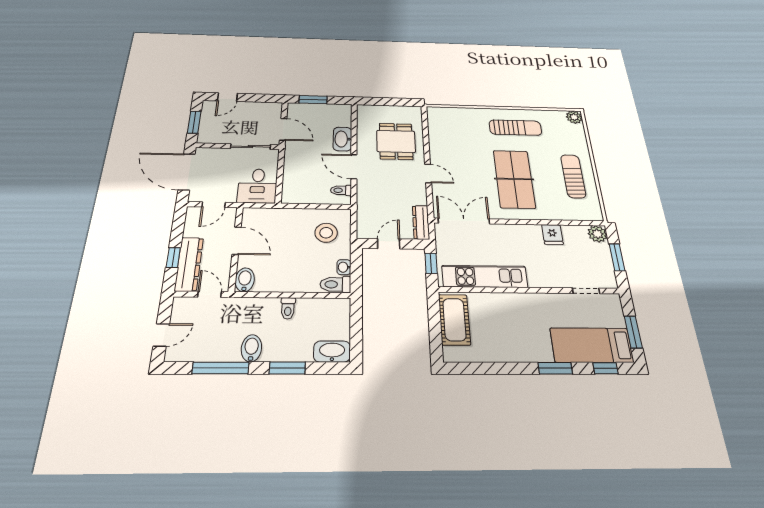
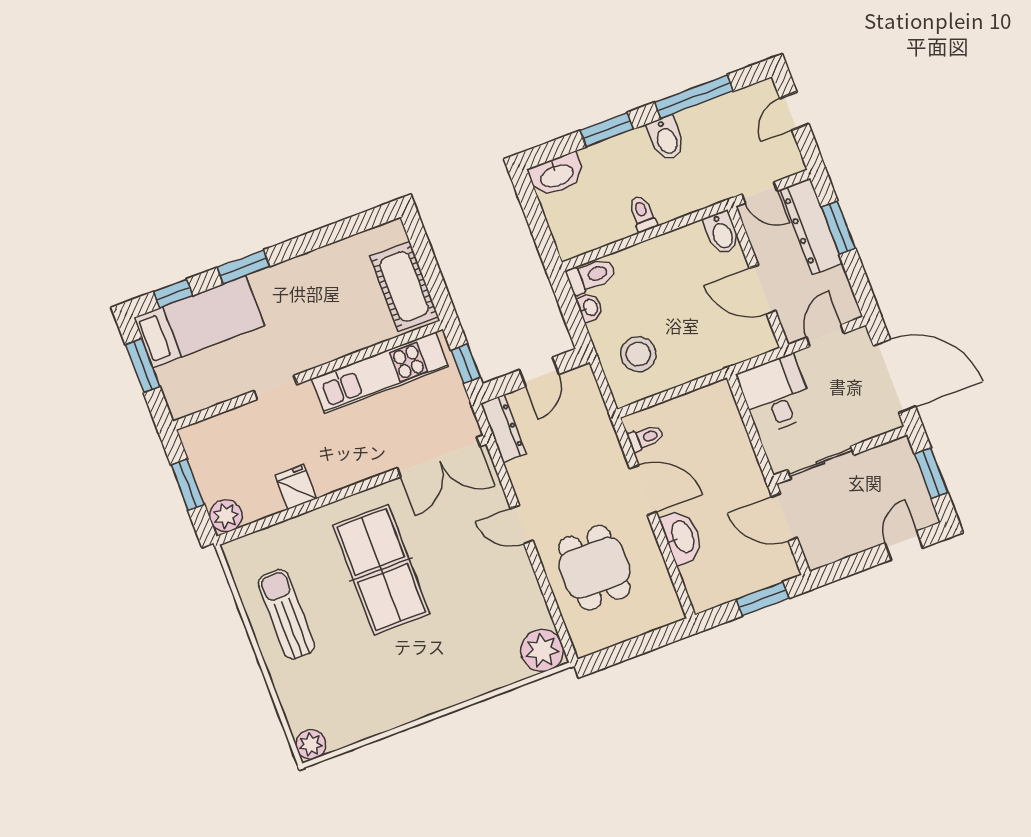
plant: (439, 116) -> (542, 650), added
sun lounger: (515, 128) -> (406, 679), removed
sun lounger: (573, 176) -> (286, 614), turned 180
window: (173, 258) -> (838, 228), width x1.50
doorway: (586, 291) -> (276, 388), moved

